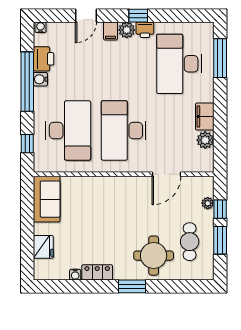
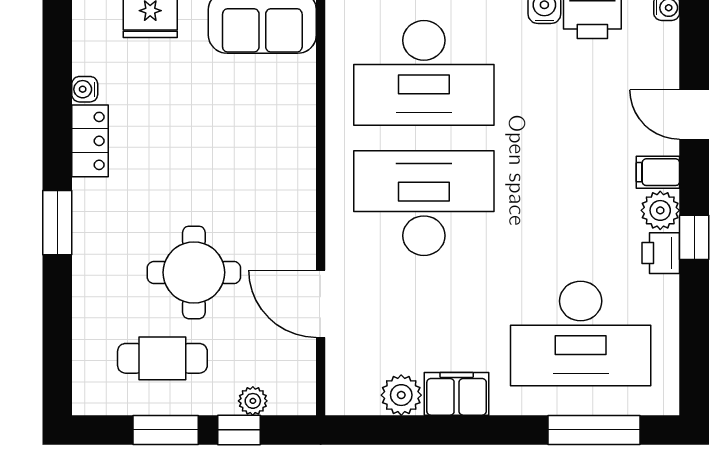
desk: (179, 64) -> (581, 334), turned 180
round table: (154, 256) -> (194, 272), moved

